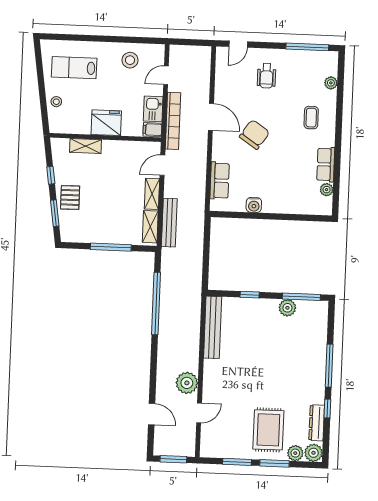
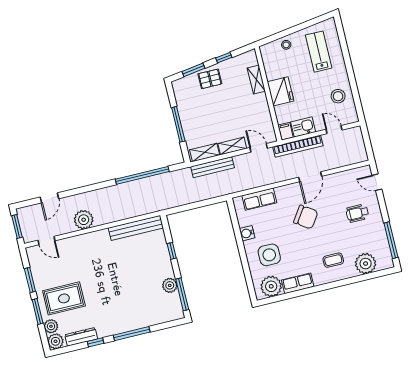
plant: (331, 83) -> (366, 264), width x1.88, depth x1.88
side table: (285, 187) -> (269, 255), added
plant: (327, 190) -> (271, 286), width x1.87, depth x1.87
door: (199, 413) -> (46, 241), moved

